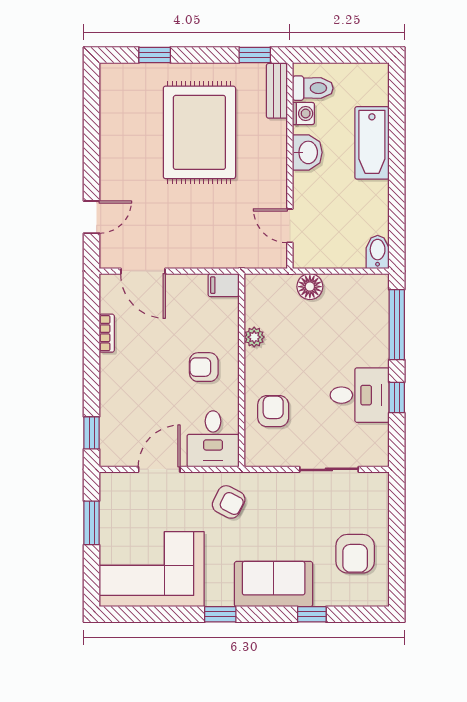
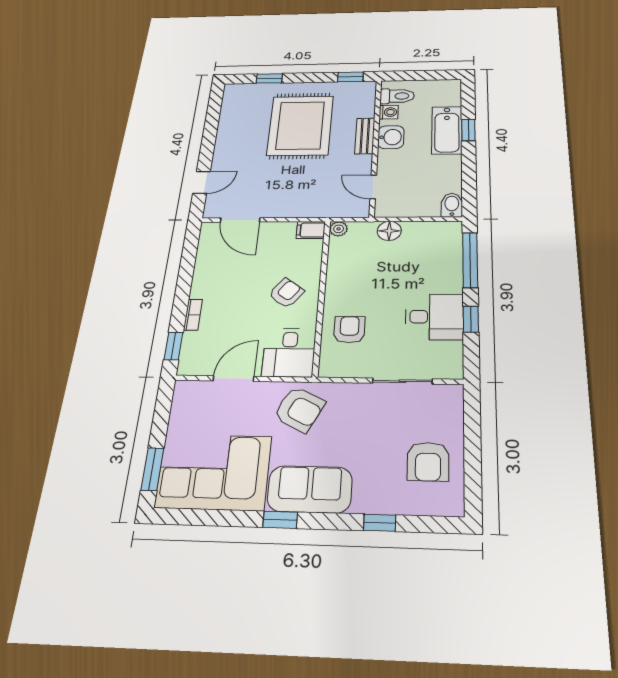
bench: (277, 91) -> (365, 136), moved
window: (397, 143) -> (468, 130), added
bookcase: (107, 333) -> (193, 315), moved
plant: (254, 337) -> (339, 229), moved
armchair: (204, 367) -> (286, 293), turned 127
armchair: (229, 502) -> (299, 409), width x1.38, depth x1.38
window: (92, 523) -> (152, 469), moved
sofa: (274, 584) -> (310, 489), moved

